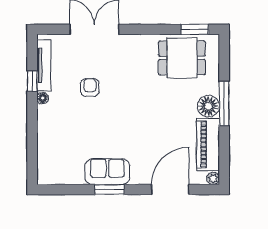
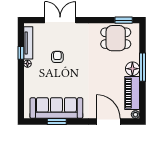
sofa: (107, 172) -> (56, 108), width x1.85, depth x1.27
window: (109, 189) -> (57, 122), moved
door: (170, 189) -> (108, 122), hinge flipped

